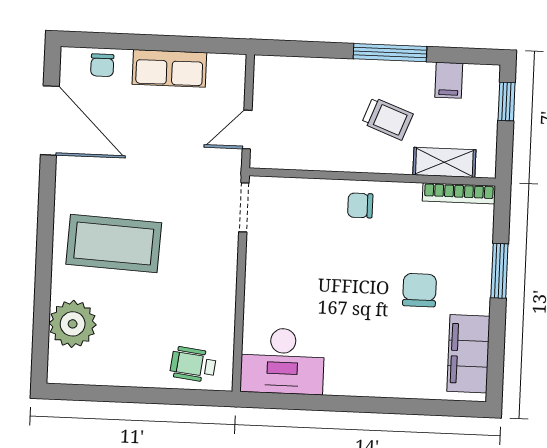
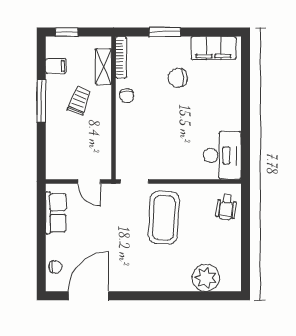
row of seats: (169, 68) -> (56, 213), moved
chair: (360, 205) -> (127, 96), moved
coffee table: (114, 244) -> (164, 218), moved

